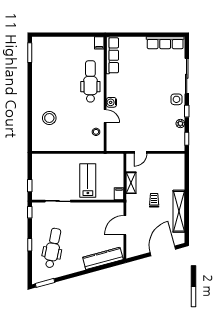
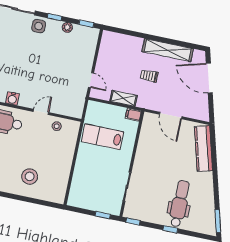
water cooler: (111, 102) -> (12, 98), moved
lab bench: (88, 180) -> (102, 137), moved
dental chair: (53, 248) -> (180, 204), turned 79

